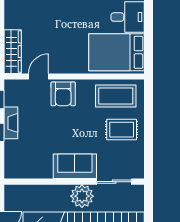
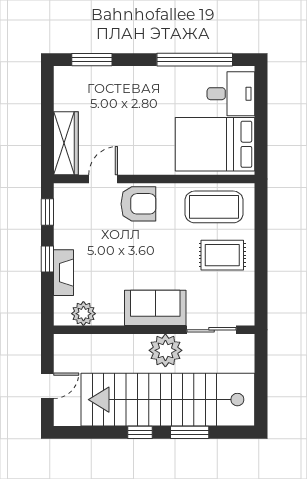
armchair: (63, 94) -> (138, 204), turned -90
fireplace: (11, 123) -> (64, 273), moved
plant: (25, 170) -> (83, 314), added

